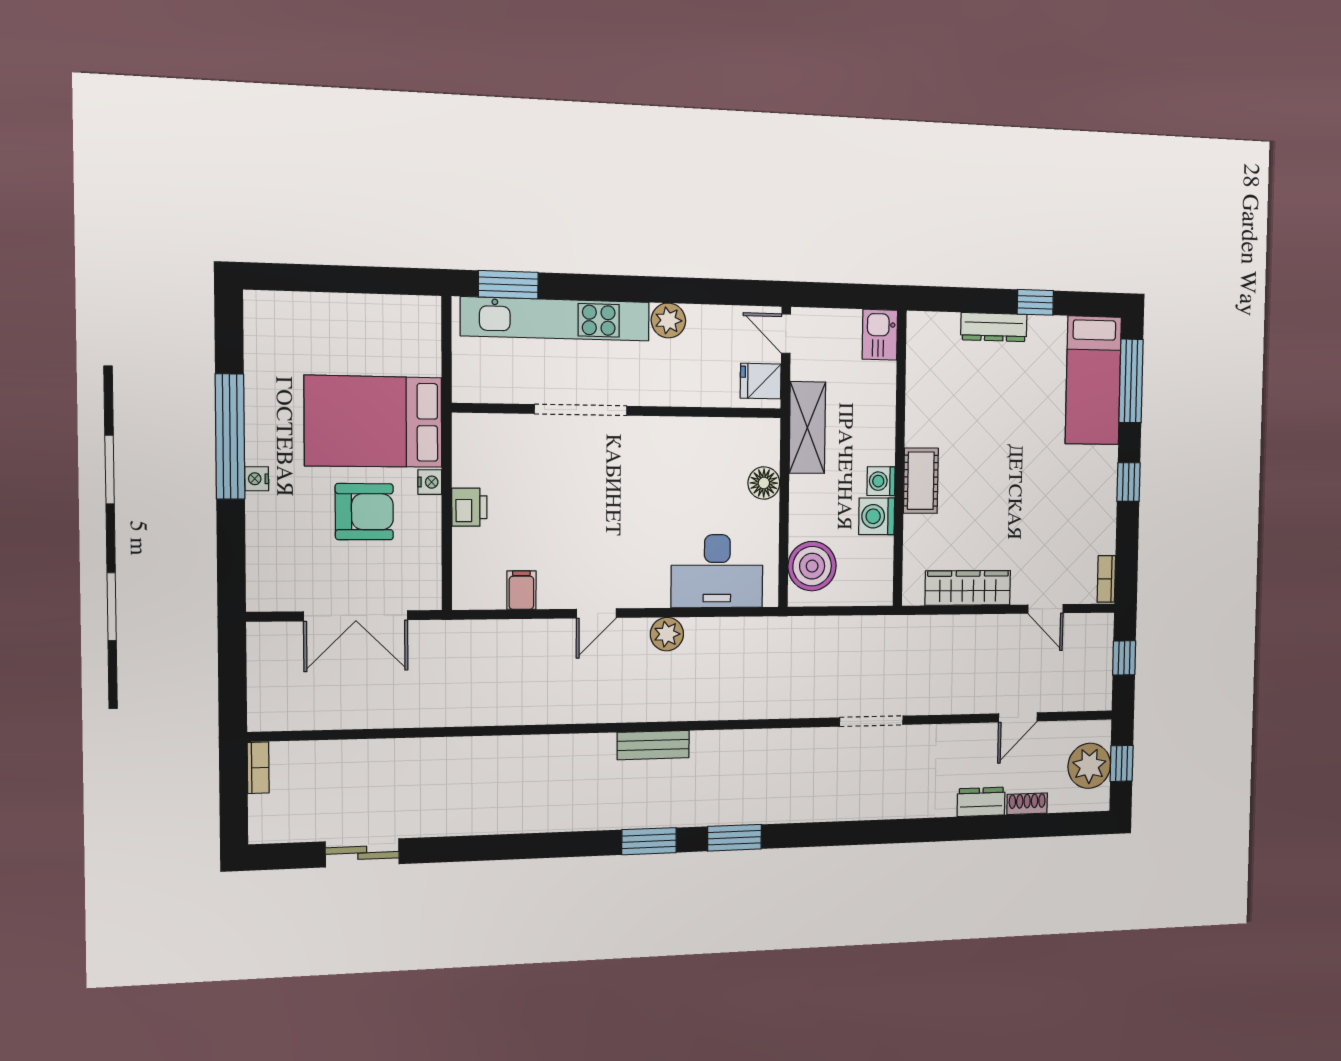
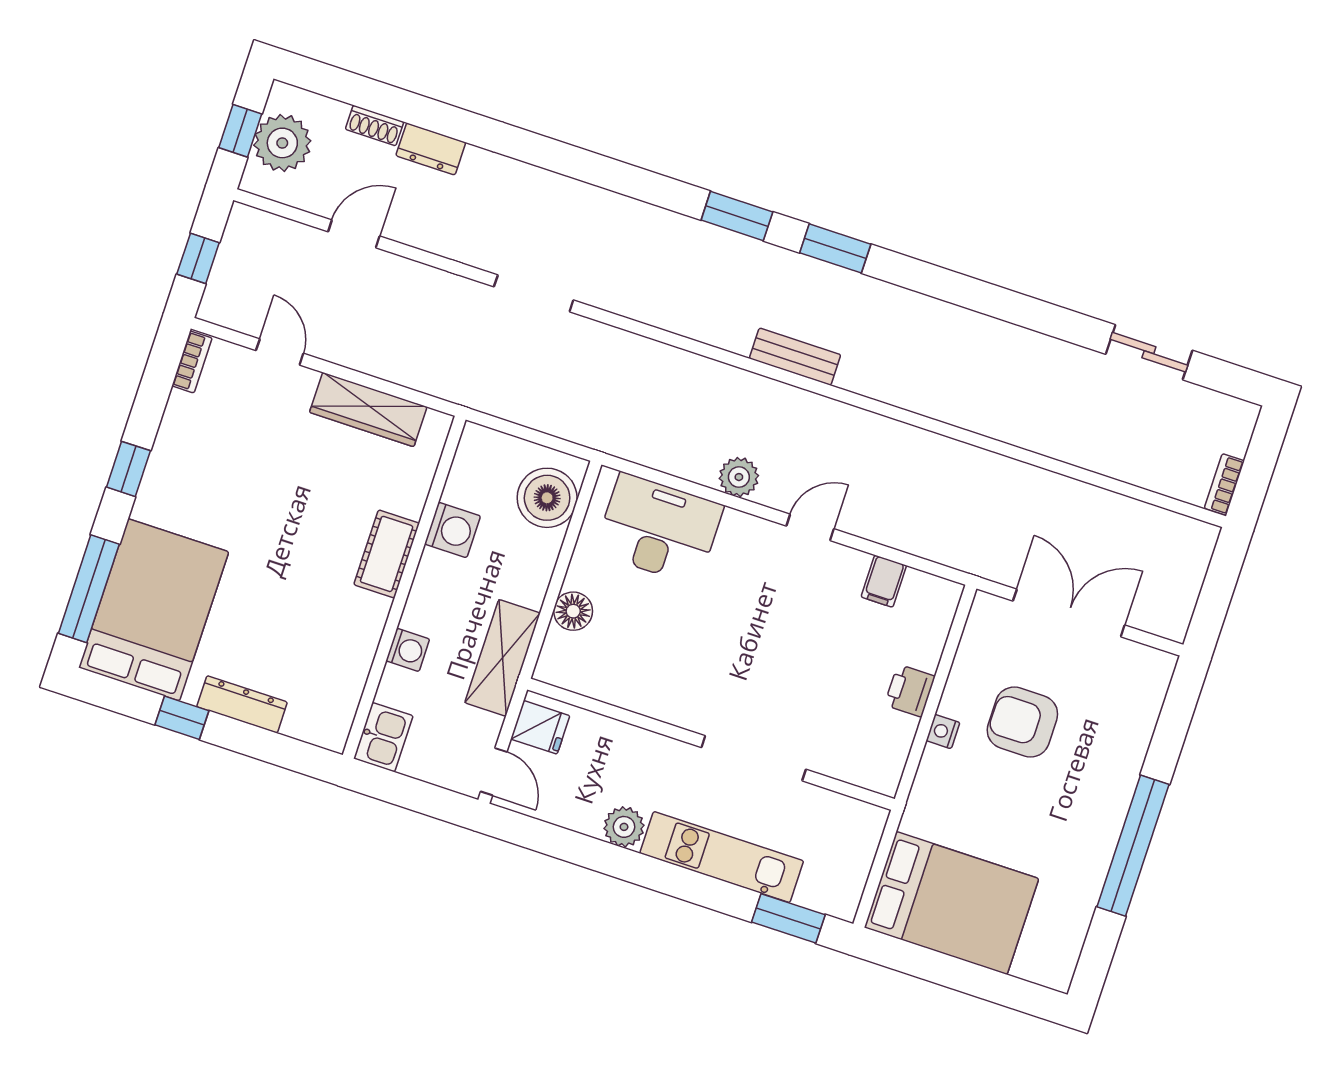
kitchen unit: (556, 319) -> (722, 857), width x0.73
bed: (1093, 380) -> (154, 610), width x1.50
bed: (373, 422) -> (951, 903), moved
nightstand: (257, 479) -> (1121, 793), removed
washing machine: (881, 481) -> (408, 650), moved

